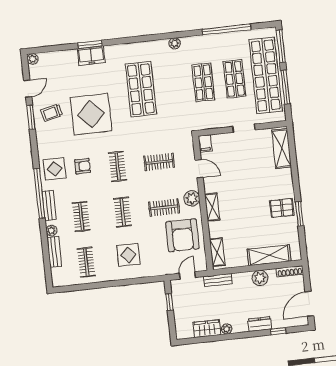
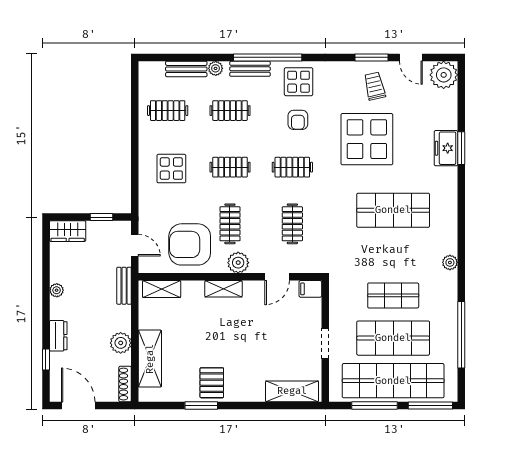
plant: (33, 59) -> (444, 75), width x1.88, depth x1.88
shop shelf: (234, 79) -> (393, 338), width x1.43, depth x1.36
wardrobe: (207, 329) -> (68, 231), moved, turned 90

